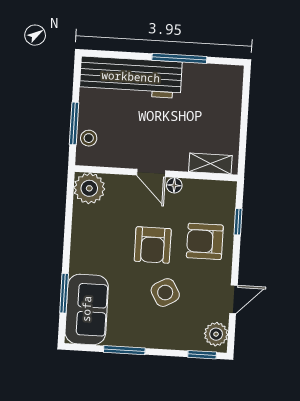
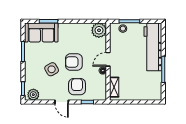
door: (233, 299) -> (62, 102), moved

